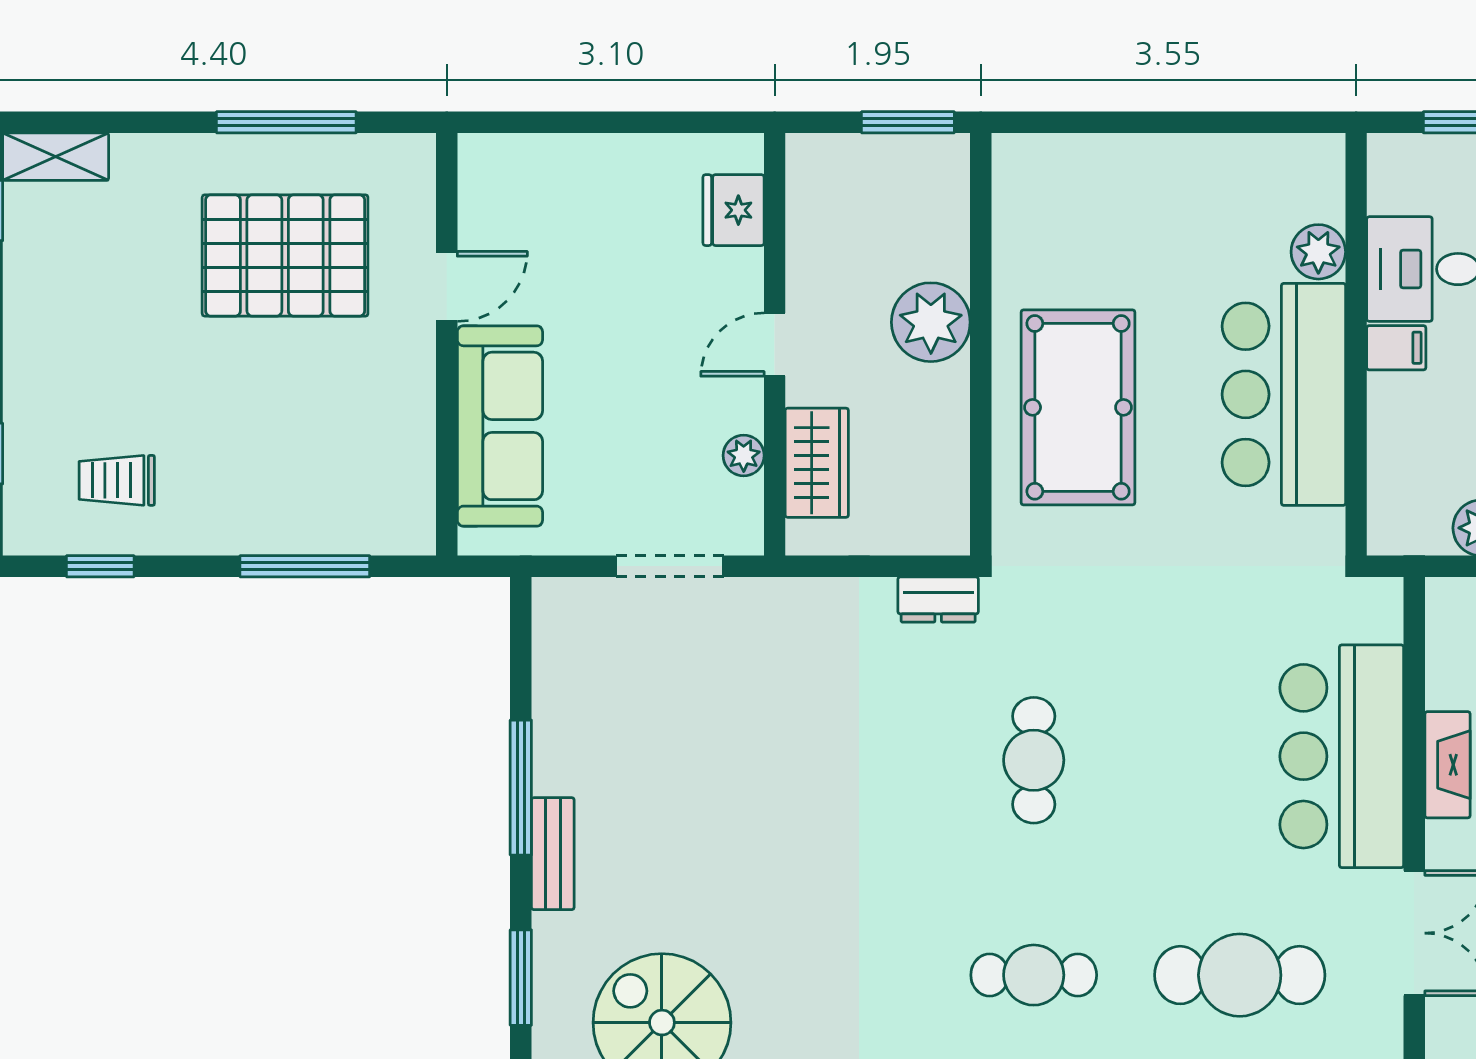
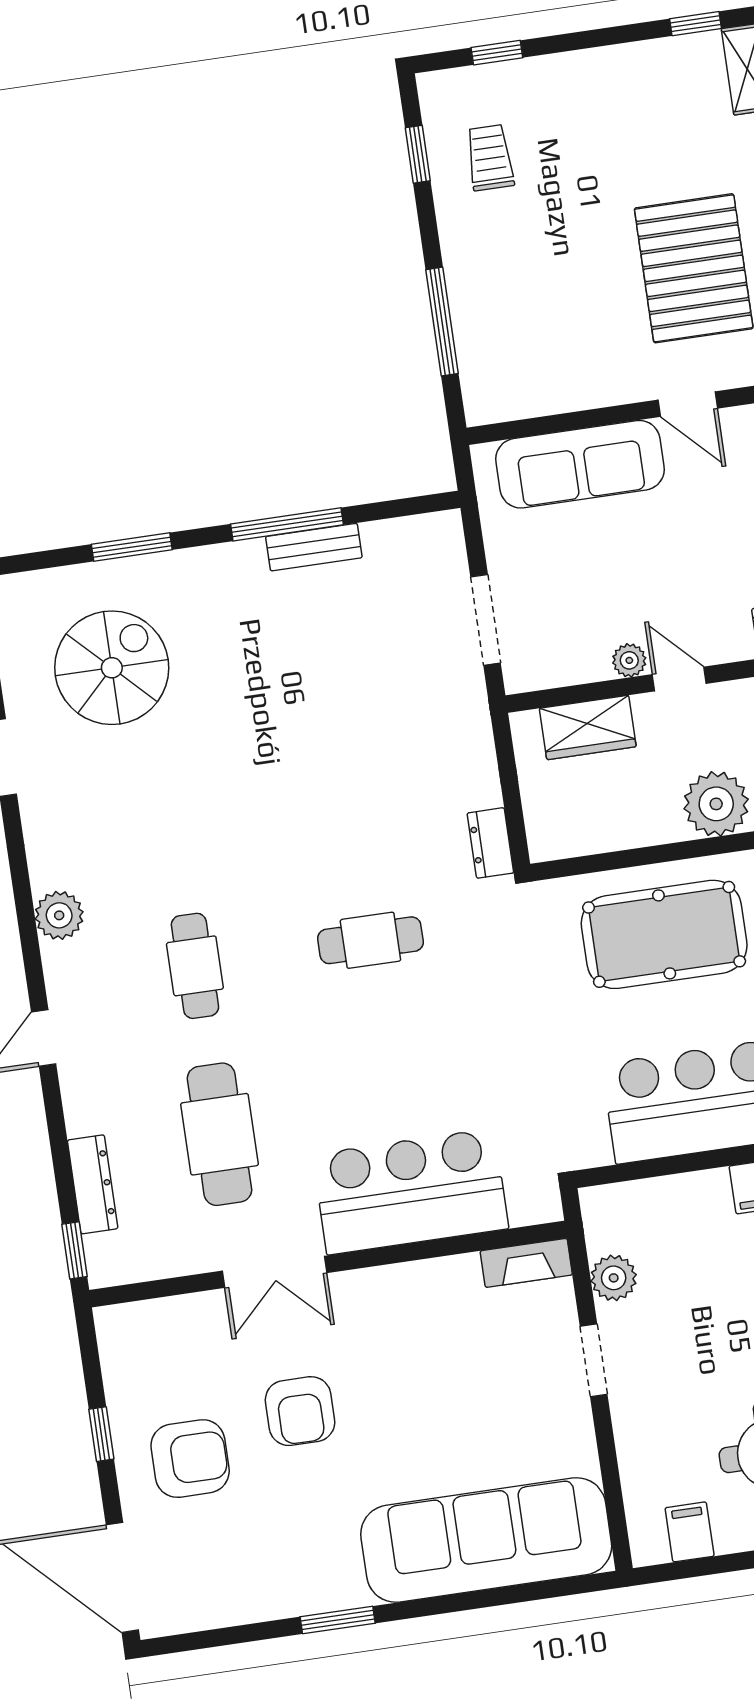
plant: (744, 455) -> (629, 660), moved
fireplace: (1448, 765) -> (526, 1263), moved
bench: (553, 854) -> (314, 547), moved

